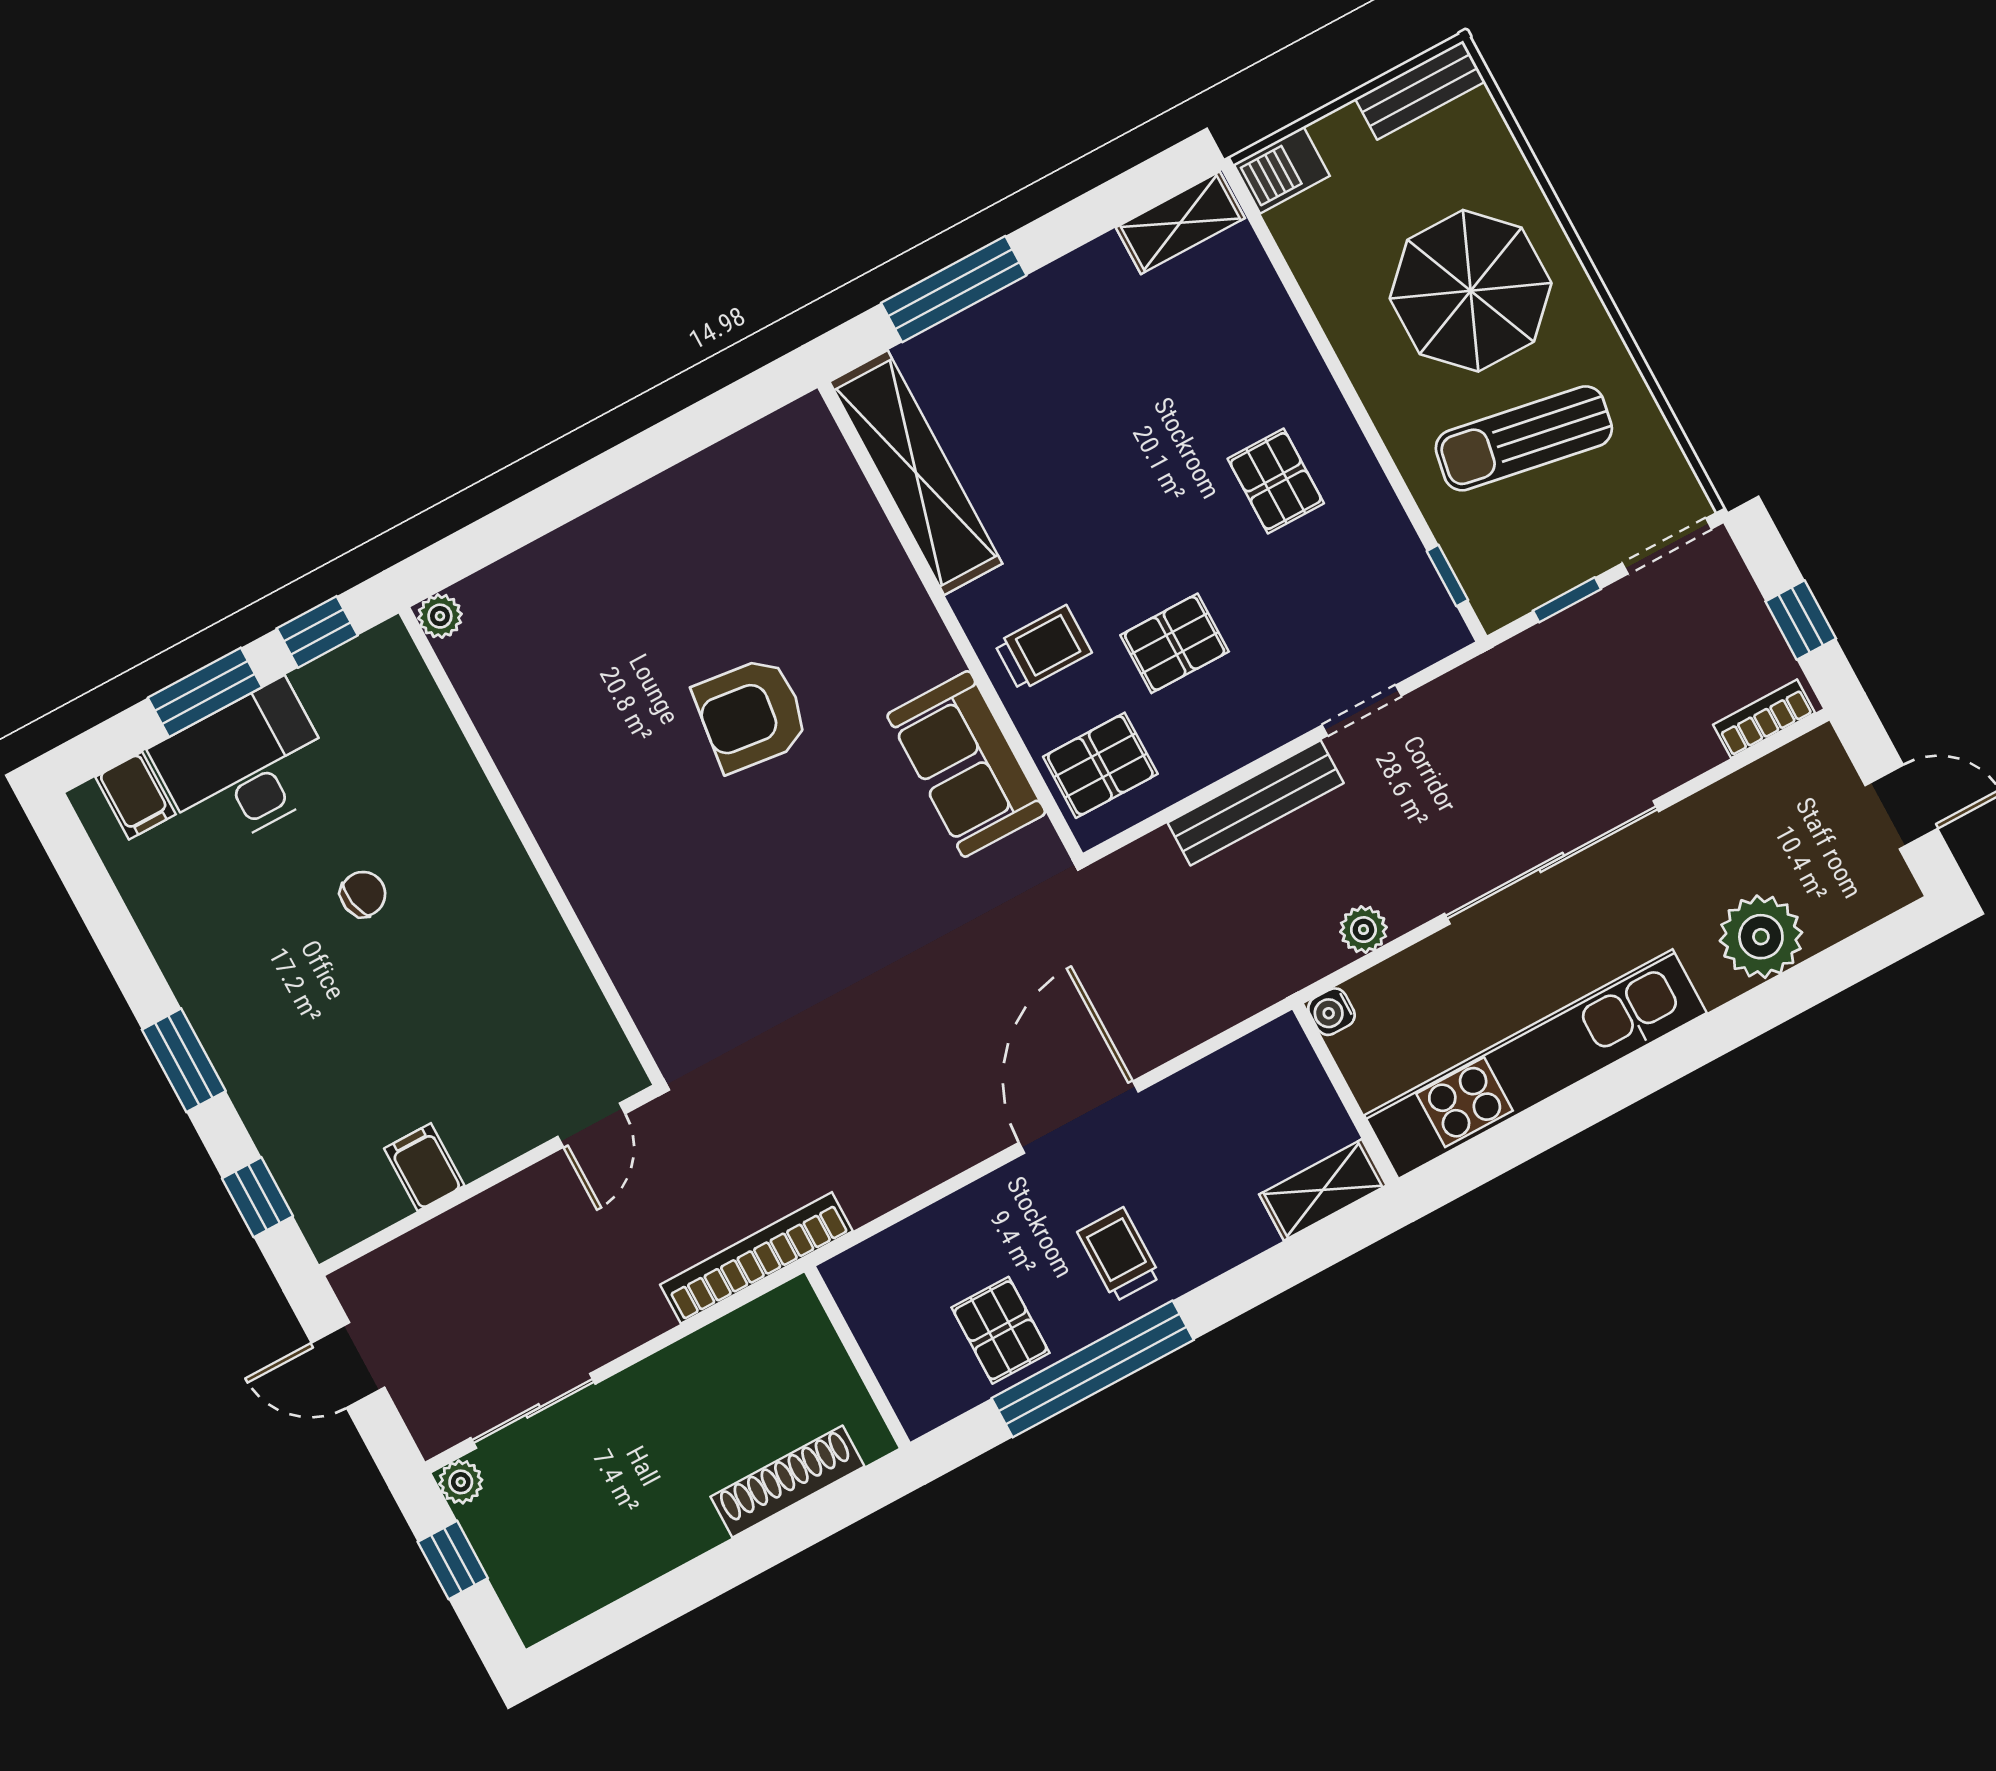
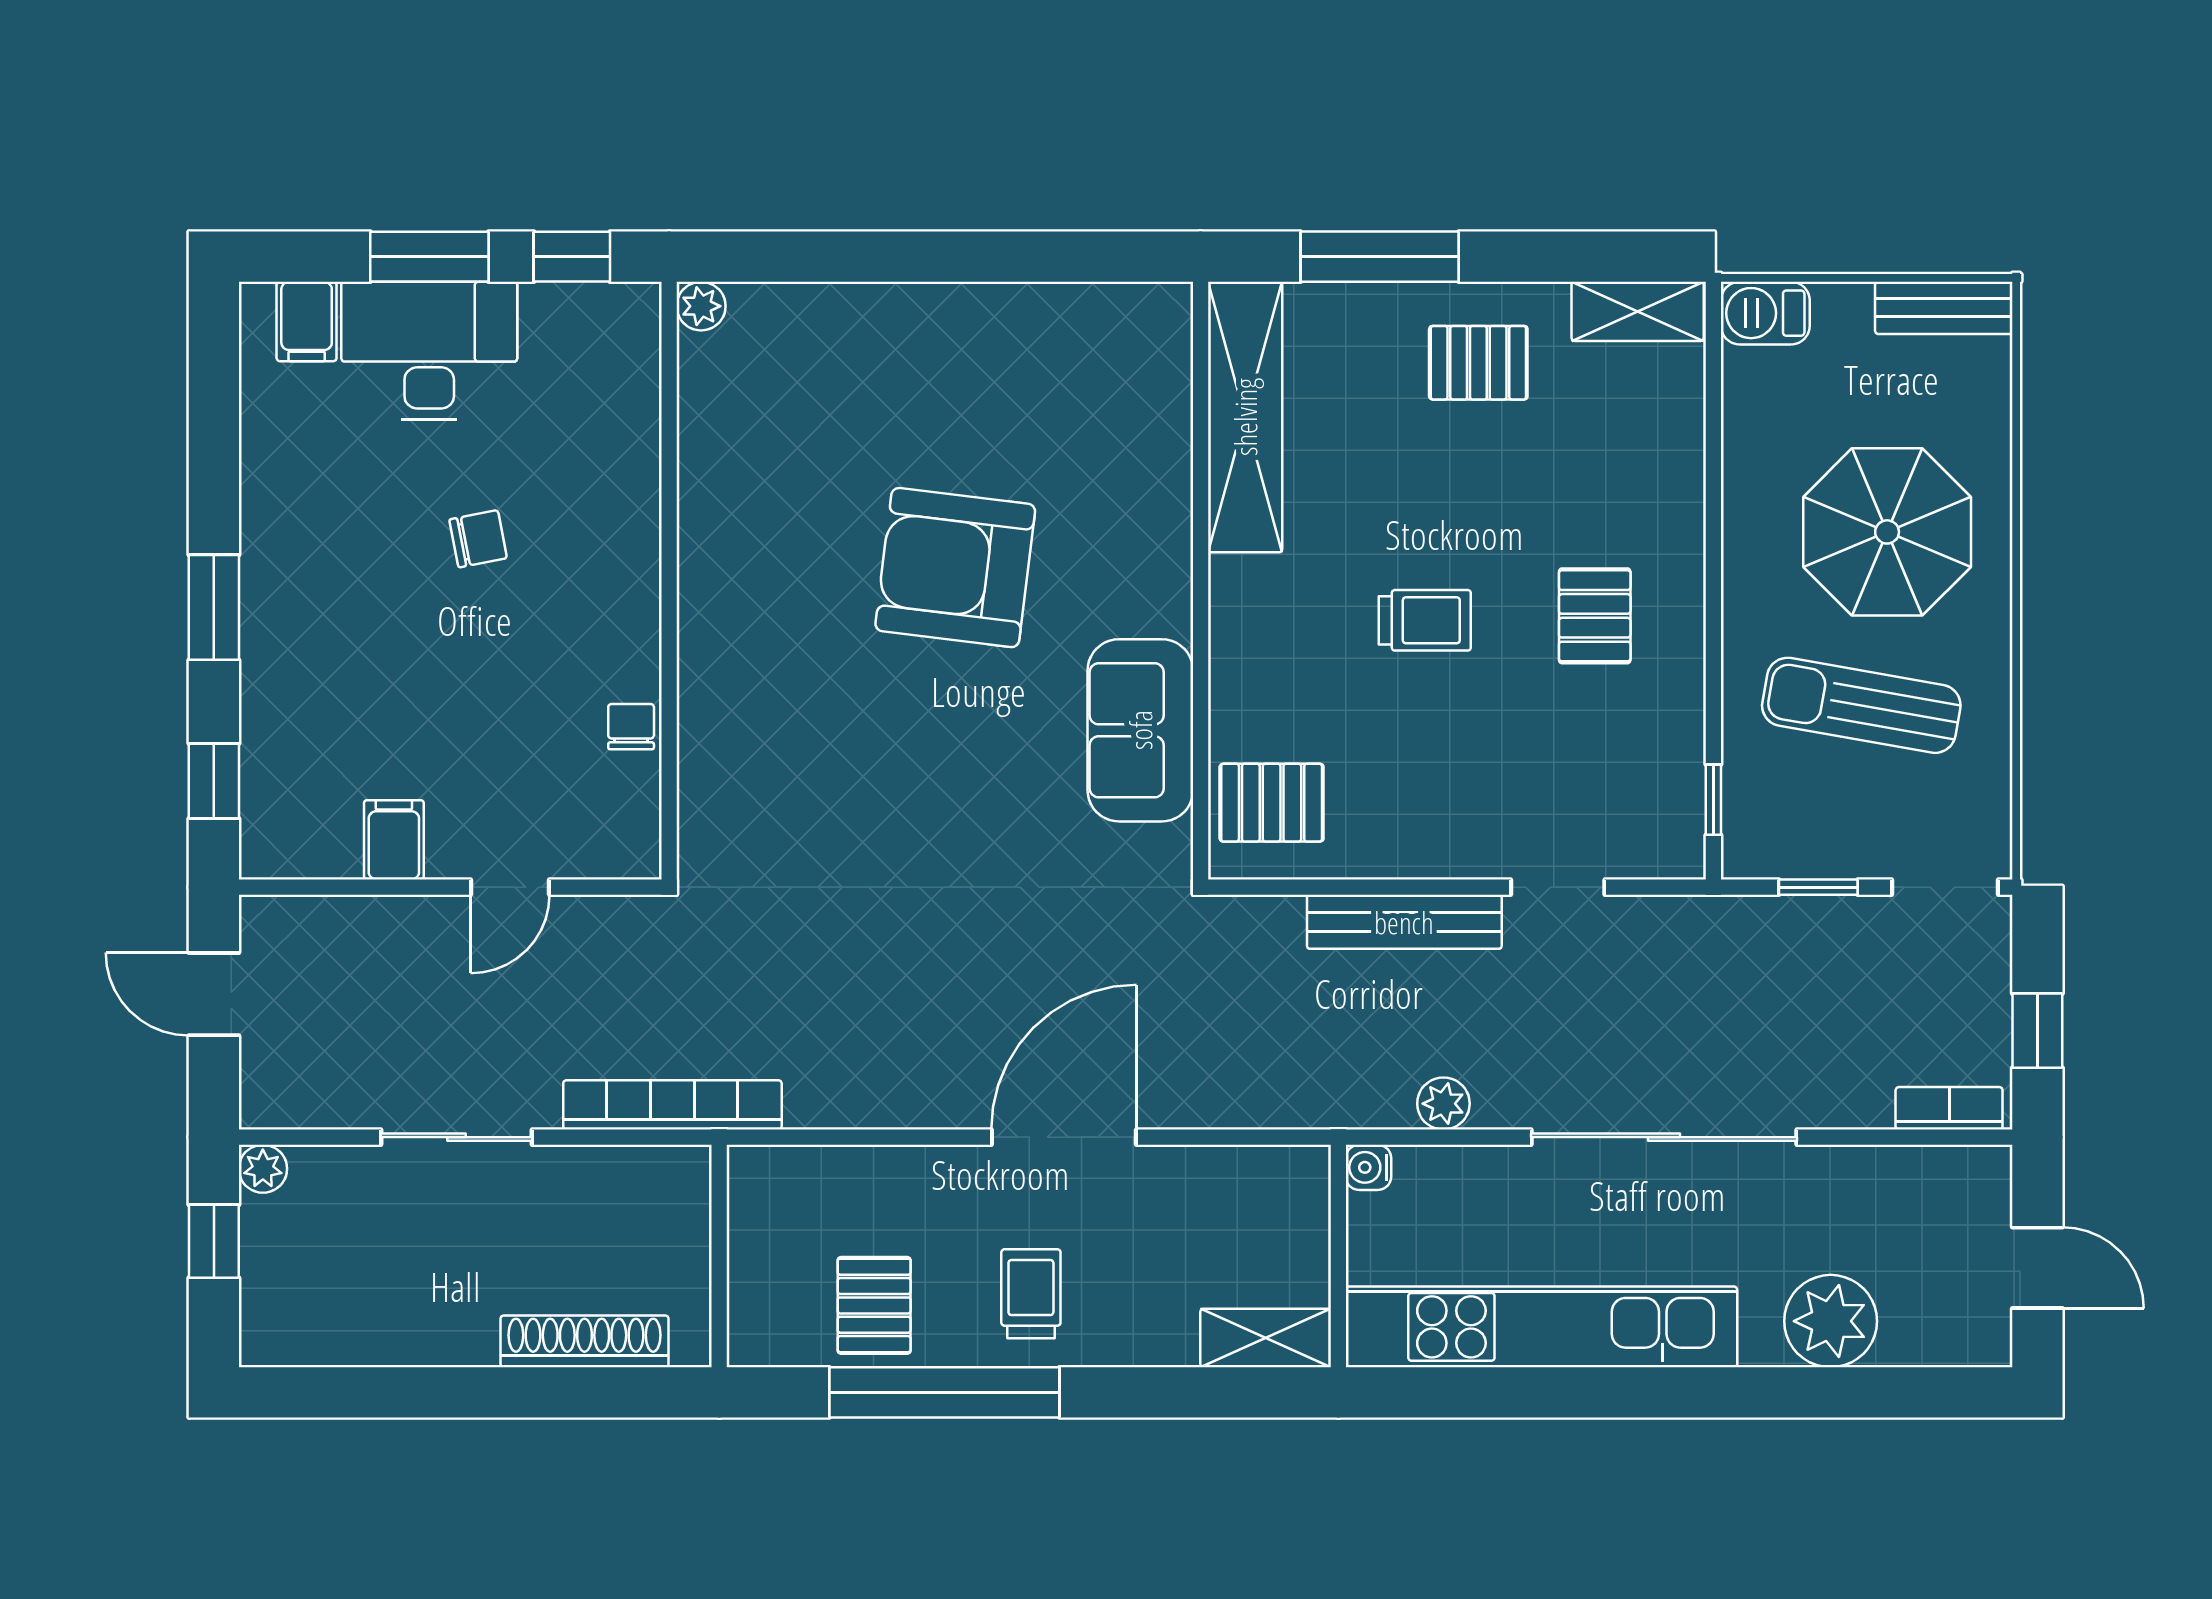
pallet: (1175, 643) -> (1478, 363), moved
trolley: (1043, 648) -> (1425, 620), moved
armchair: (751, 714) -> (955, 568), width x1.36, depth x1.36
chair: (563, 977) -> (631, 727), added
door: (591, 1125) -> (510, 887), moved
sliding door: (533, 1411) -> (456, 1137), moved

